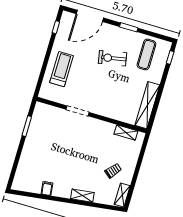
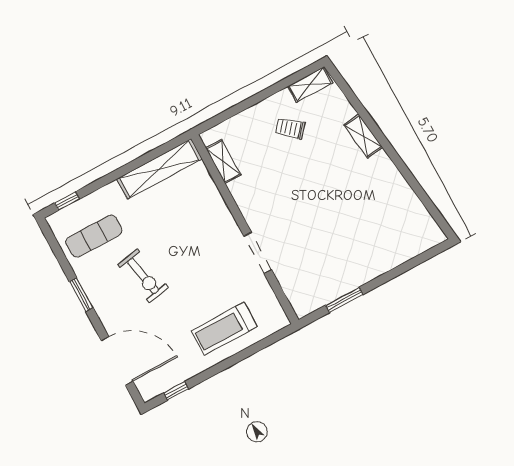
filing cabinet: (47, 189) -> (400, 192), removed

